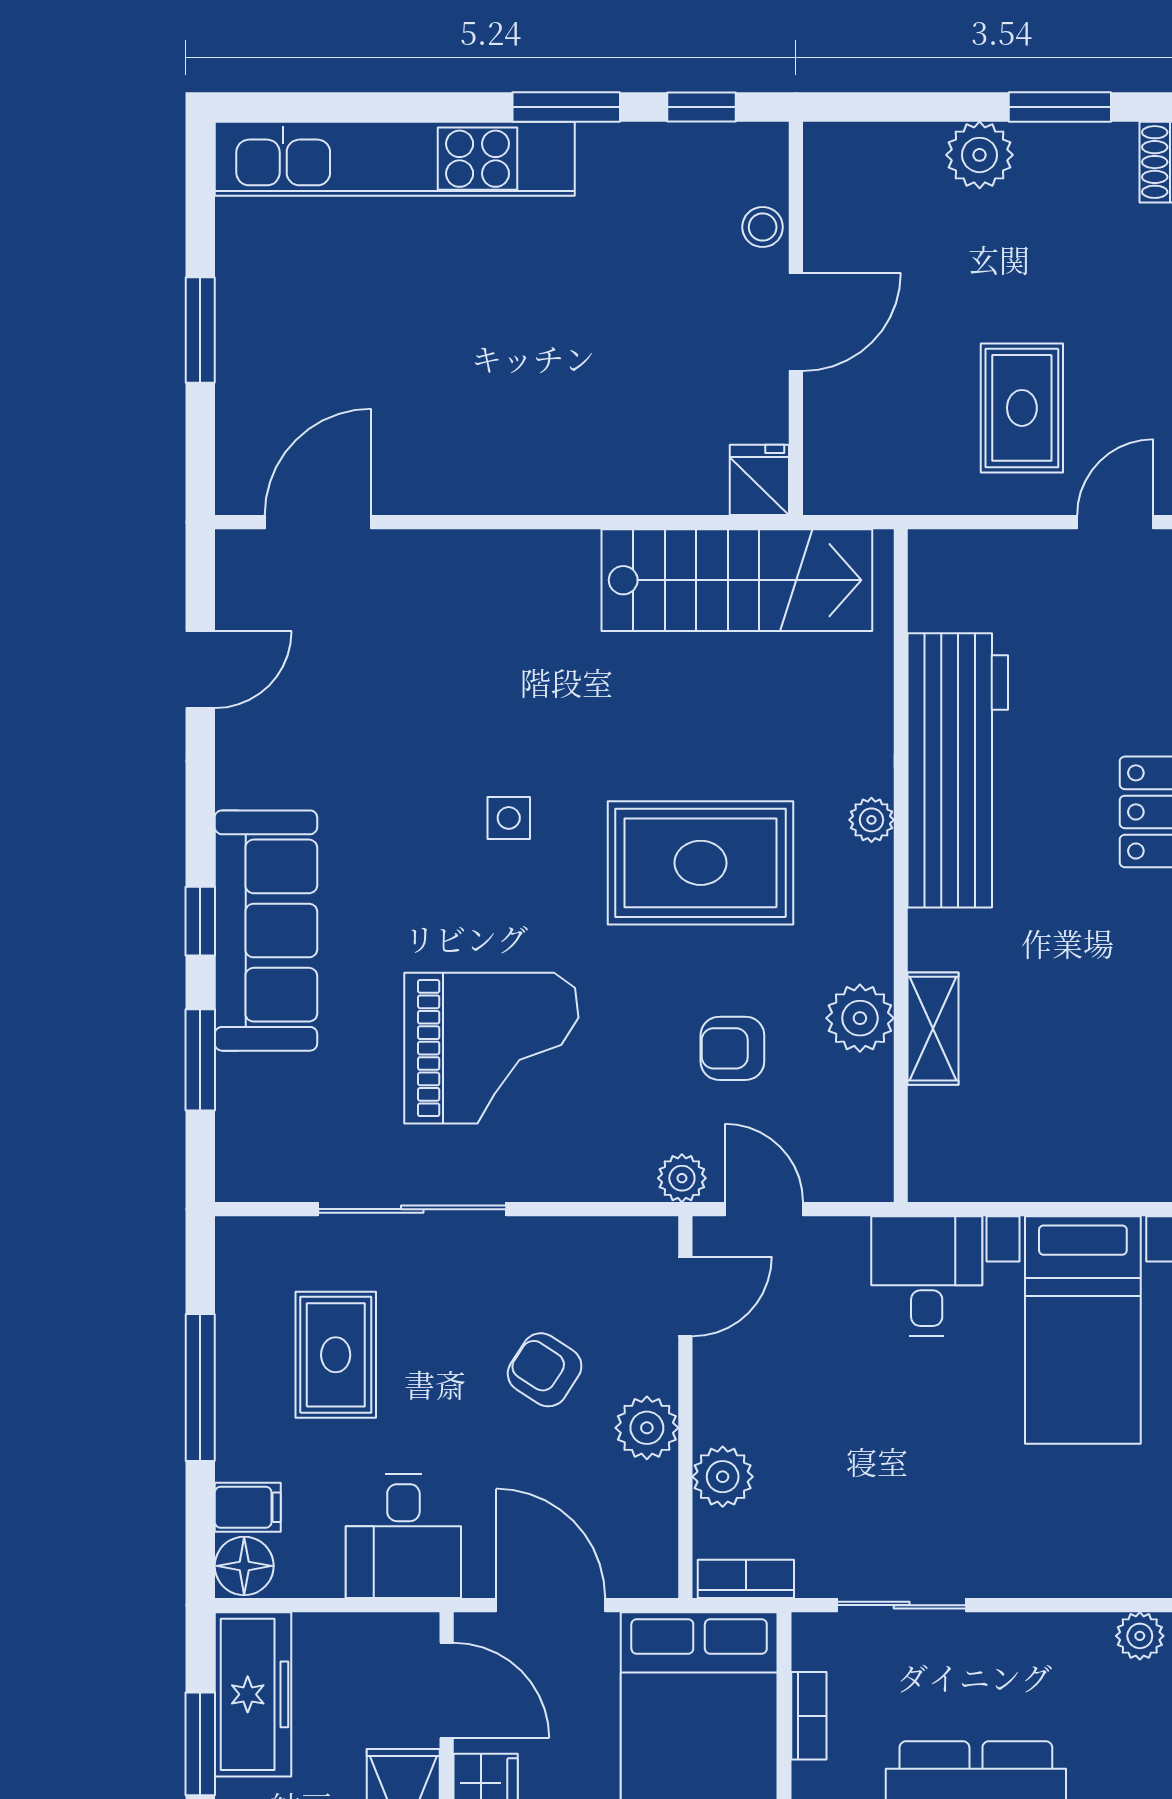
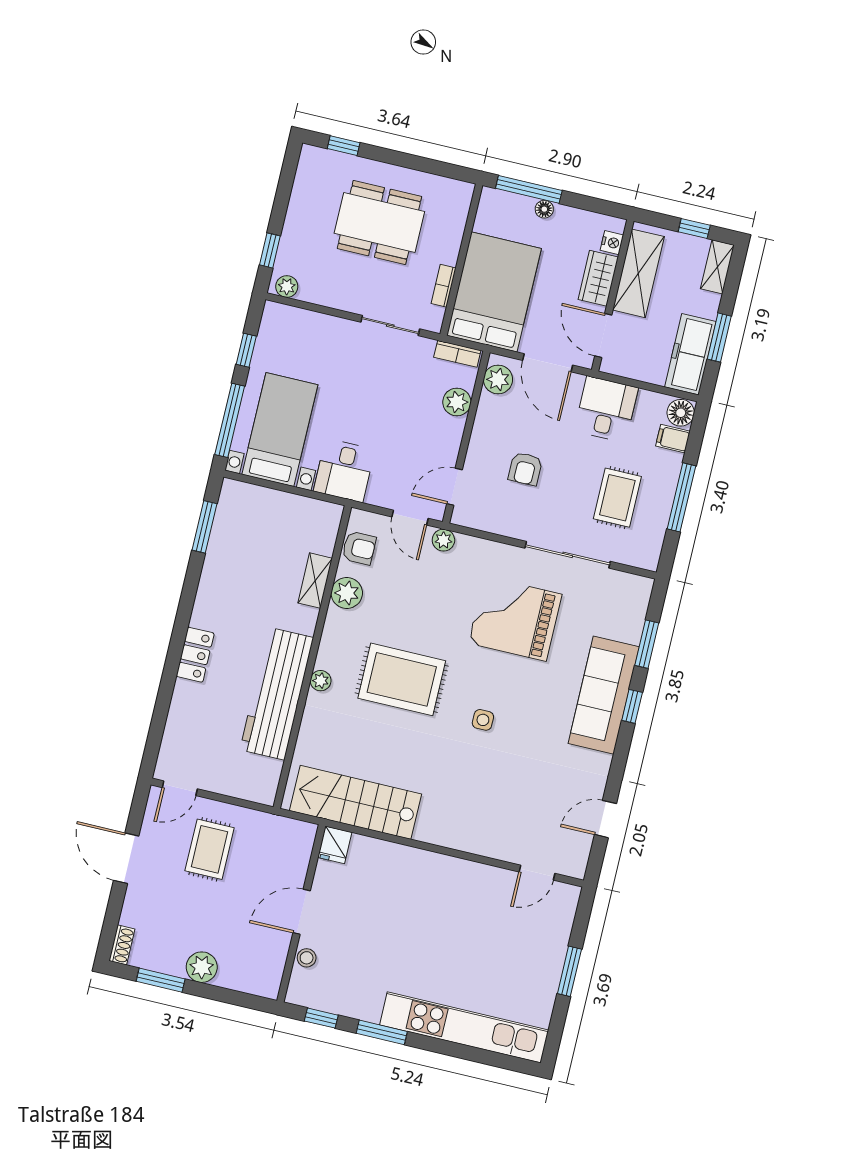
door: (318, 522) -> (537, 873), width x0.73
armchair: (732, 1048) -> (359, 548), moved
armchair: (545, 1370) -> (525, 469), turned 57
plant: (647, 1428) -> (498, 379), moved

